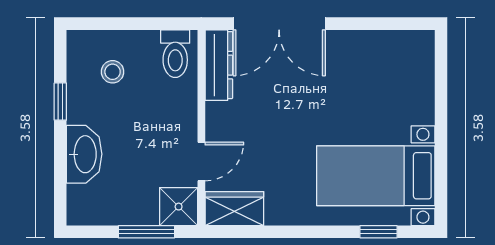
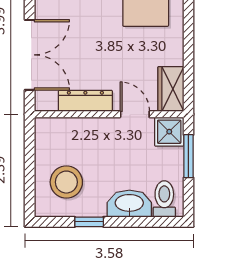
toilet: (175, 54) -> (164, 199), moved, turned -90
dresser: (219, 65) -> (85, 101), moved
stool: (113, 72) -> (66, 182), width x1.89, depth x1.89

